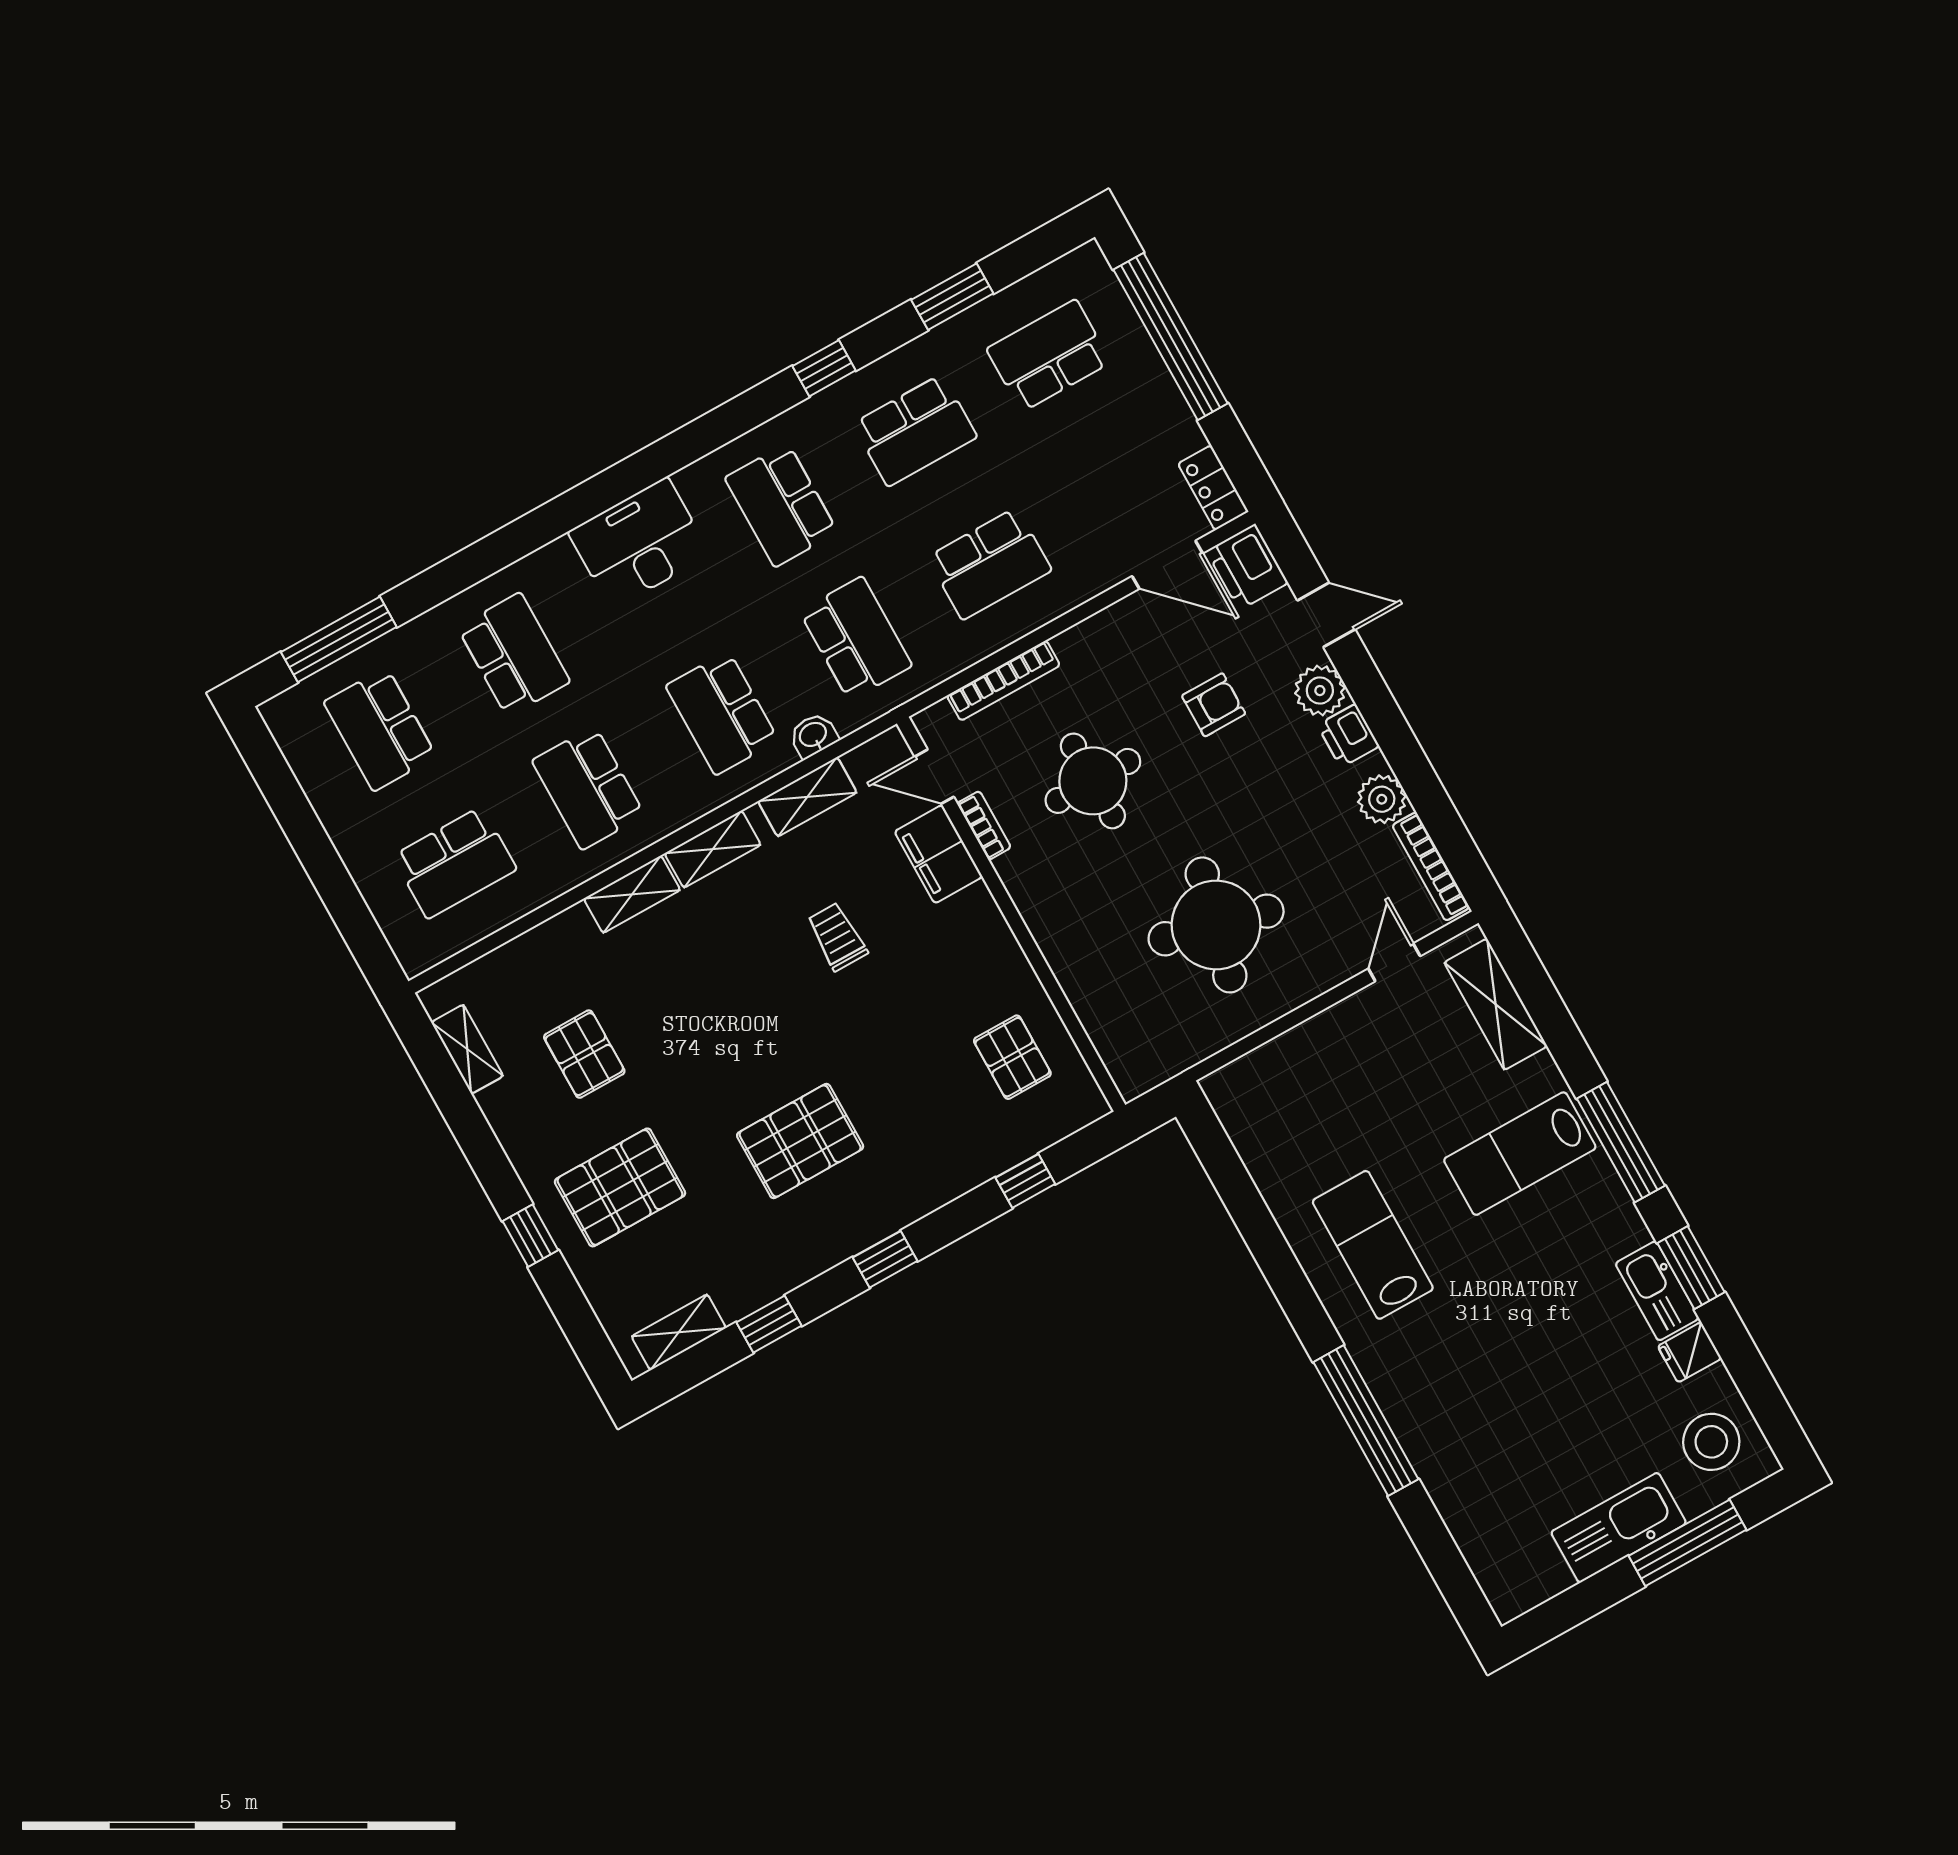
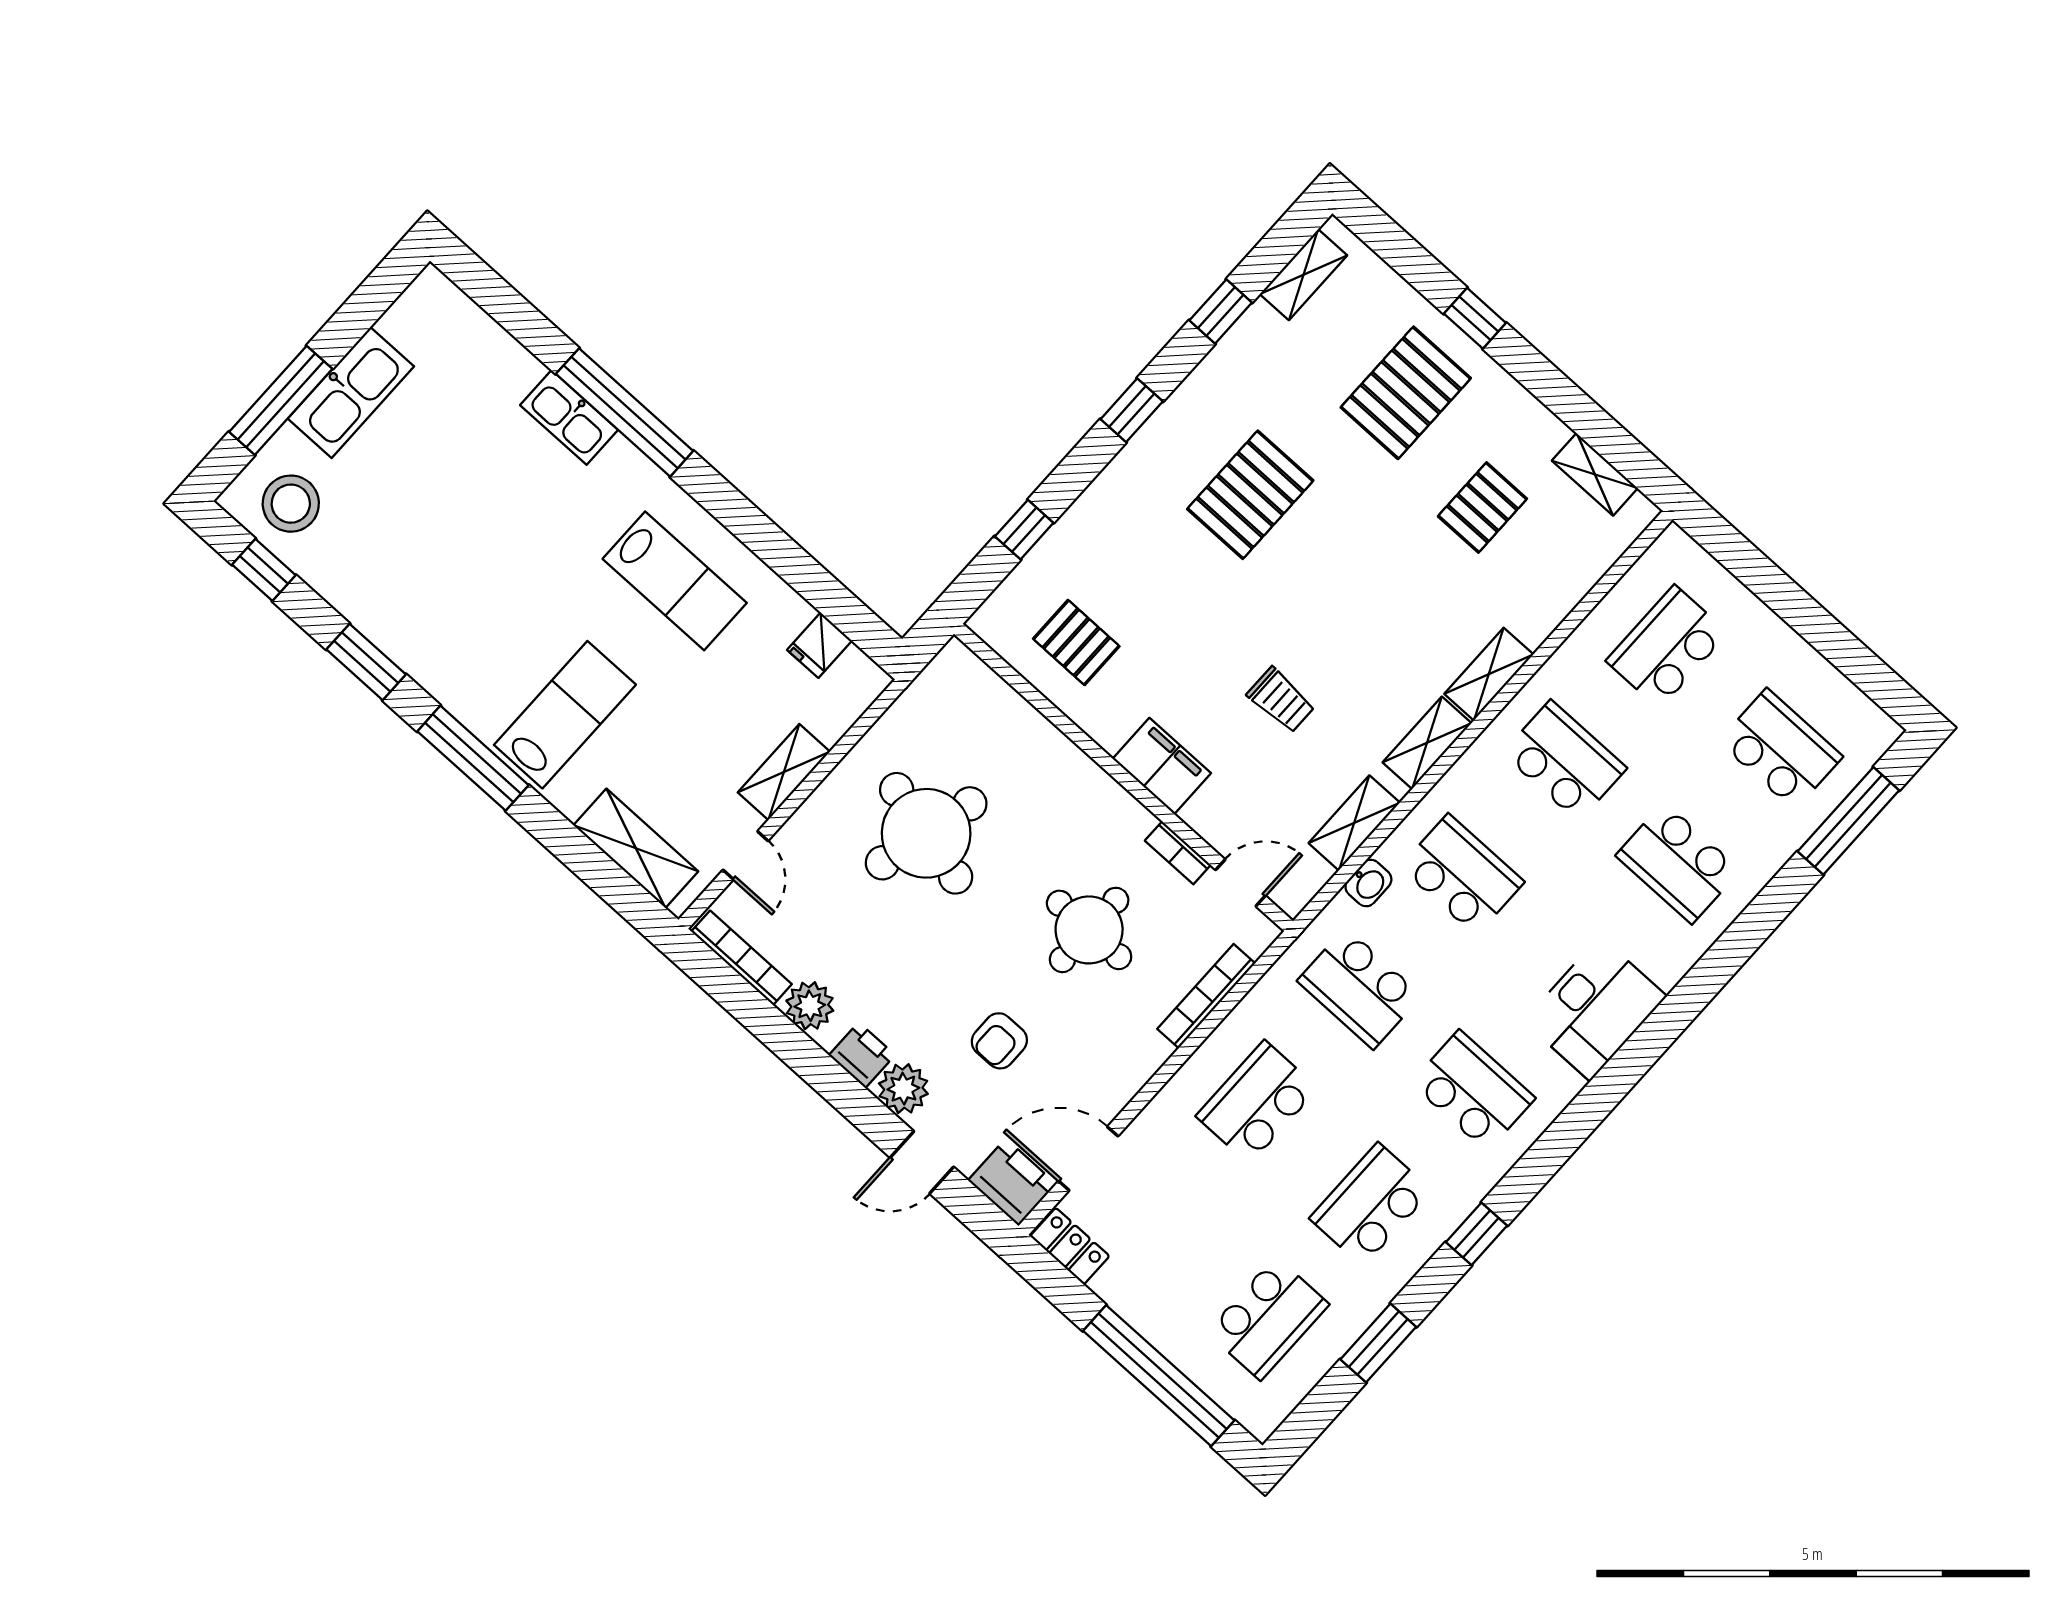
filing cabinet: (938, 854) -> (1162, 766), moved
shelving: (1331, 1029) -> (784, 772), added
pallet: (584, 1054) -> (1482, 507), turned 90
kitchen sink: (1657, 1291) -> (569, 417), moved, turned 180
fridge: (1690, 1352) -> (820, 645), moved, turned 180
window: (1758, 1388) -> (264, 570), added

